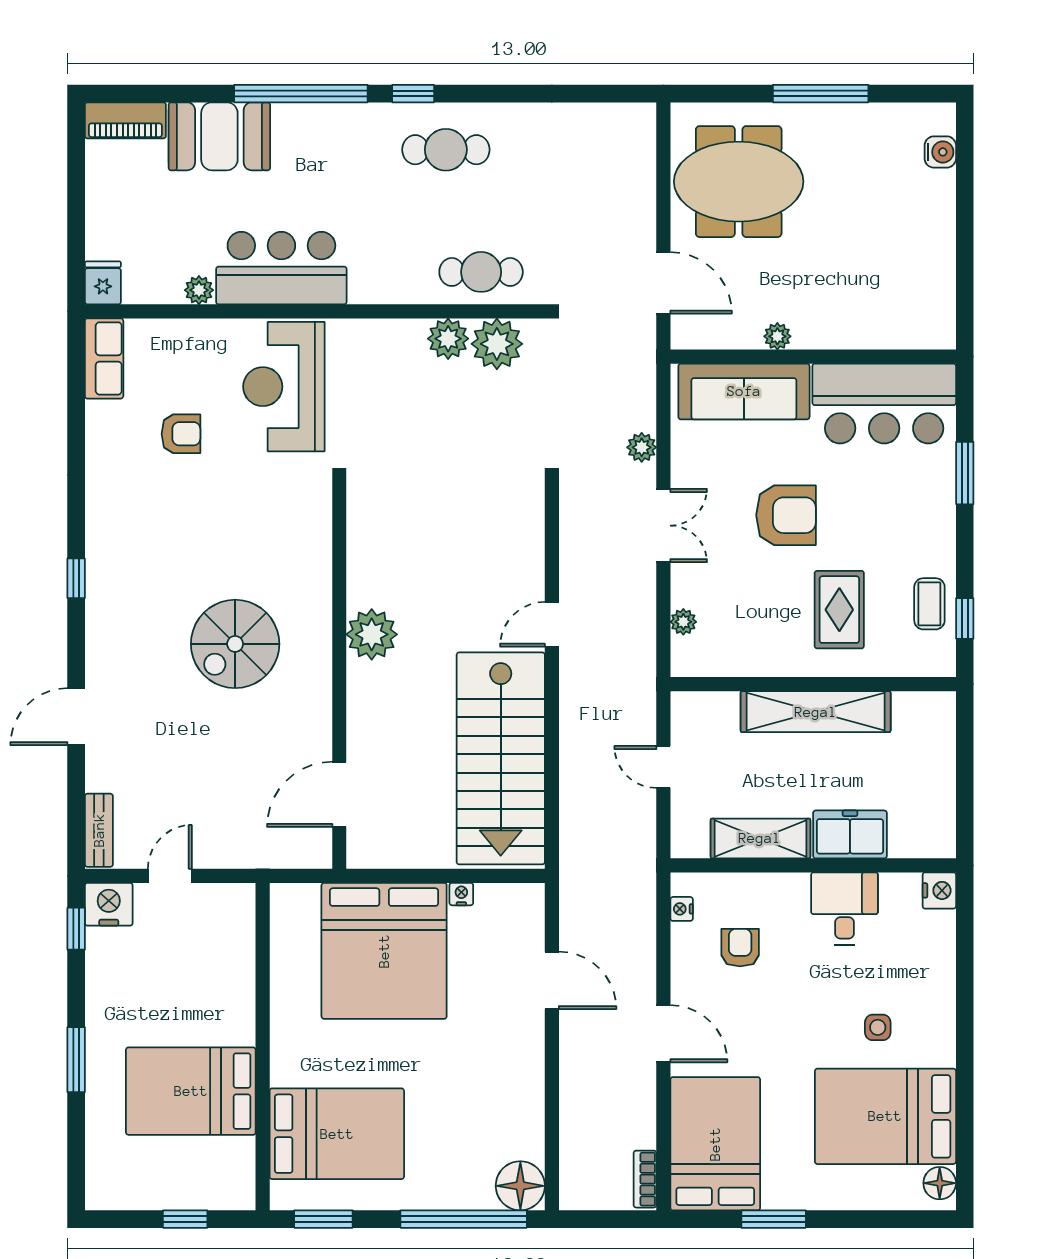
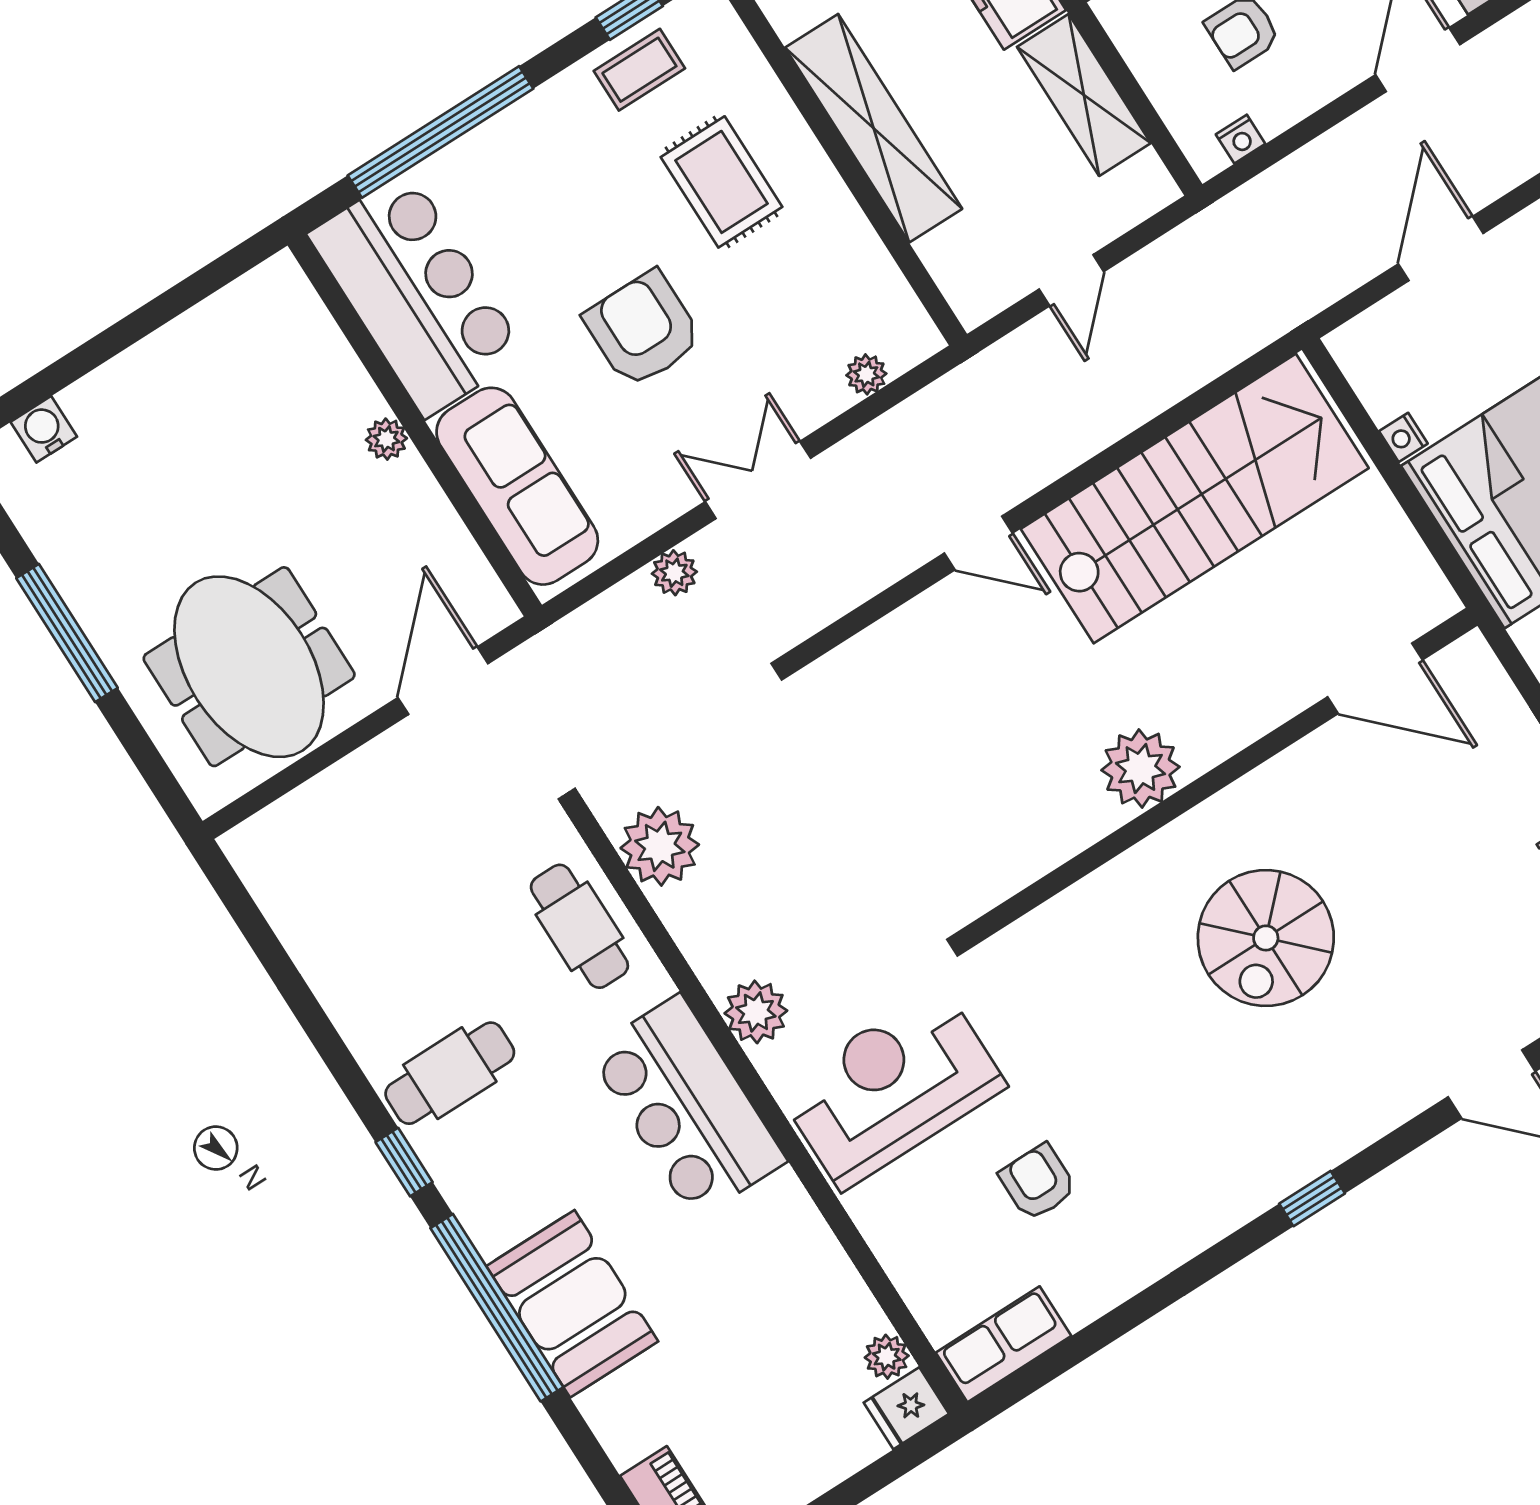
booth: (219, 136) -> (572, 1304), moved
cafe table: (446, 150) -> (450, 1073), turned 90
bar counter: (281, 268) -> (687, 1107), moved
plant: (199, 290) -> (887, 1357), moved
plant: (777, 336) -> (386, 439), moved
plant: (448, 339) -> (756, 1012), moved
reception desk: (284, 387) -> (891, 1087), turned 180
window: (965, 473) -> (440, 132), width x2.11
rug: (839, 610) -> (722, 182), turned 90
spiral stairs: (235, 644) -> (1266, 938), turned 90

